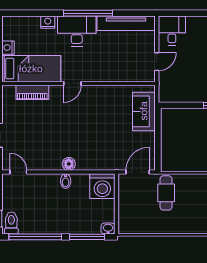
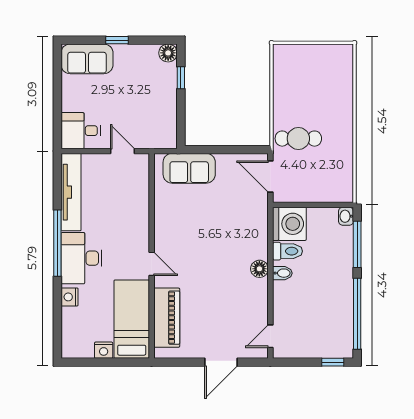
piano: (32, 92) -> (167, 318), width x1.37, depth x1.33
toilet: (11, 223) -> (287, 251), moved, turned 180

